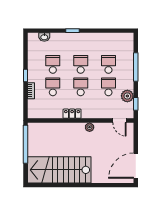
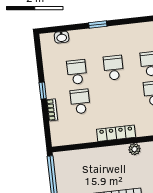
school desk: (81, 87) -> (117, 97), removed
locker: (72, 114) -> (116, 133), width x1.53

